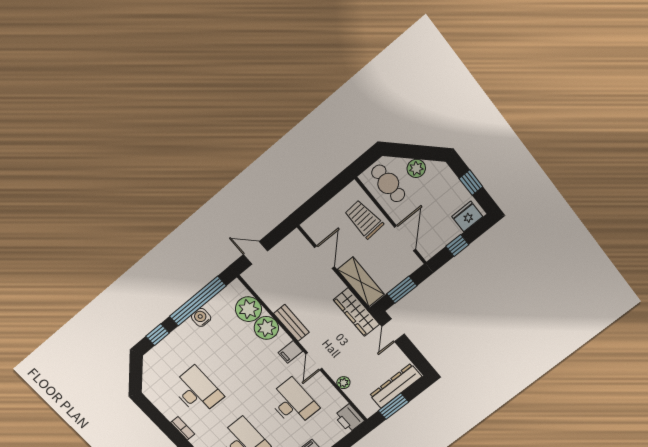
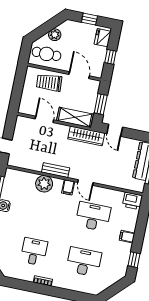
plant: (248, 309) -> (26, 181), removed
plant: (343, 383) -> (112, 182), removed
desk: (197, 391) -> (34, 252), width x0.73

